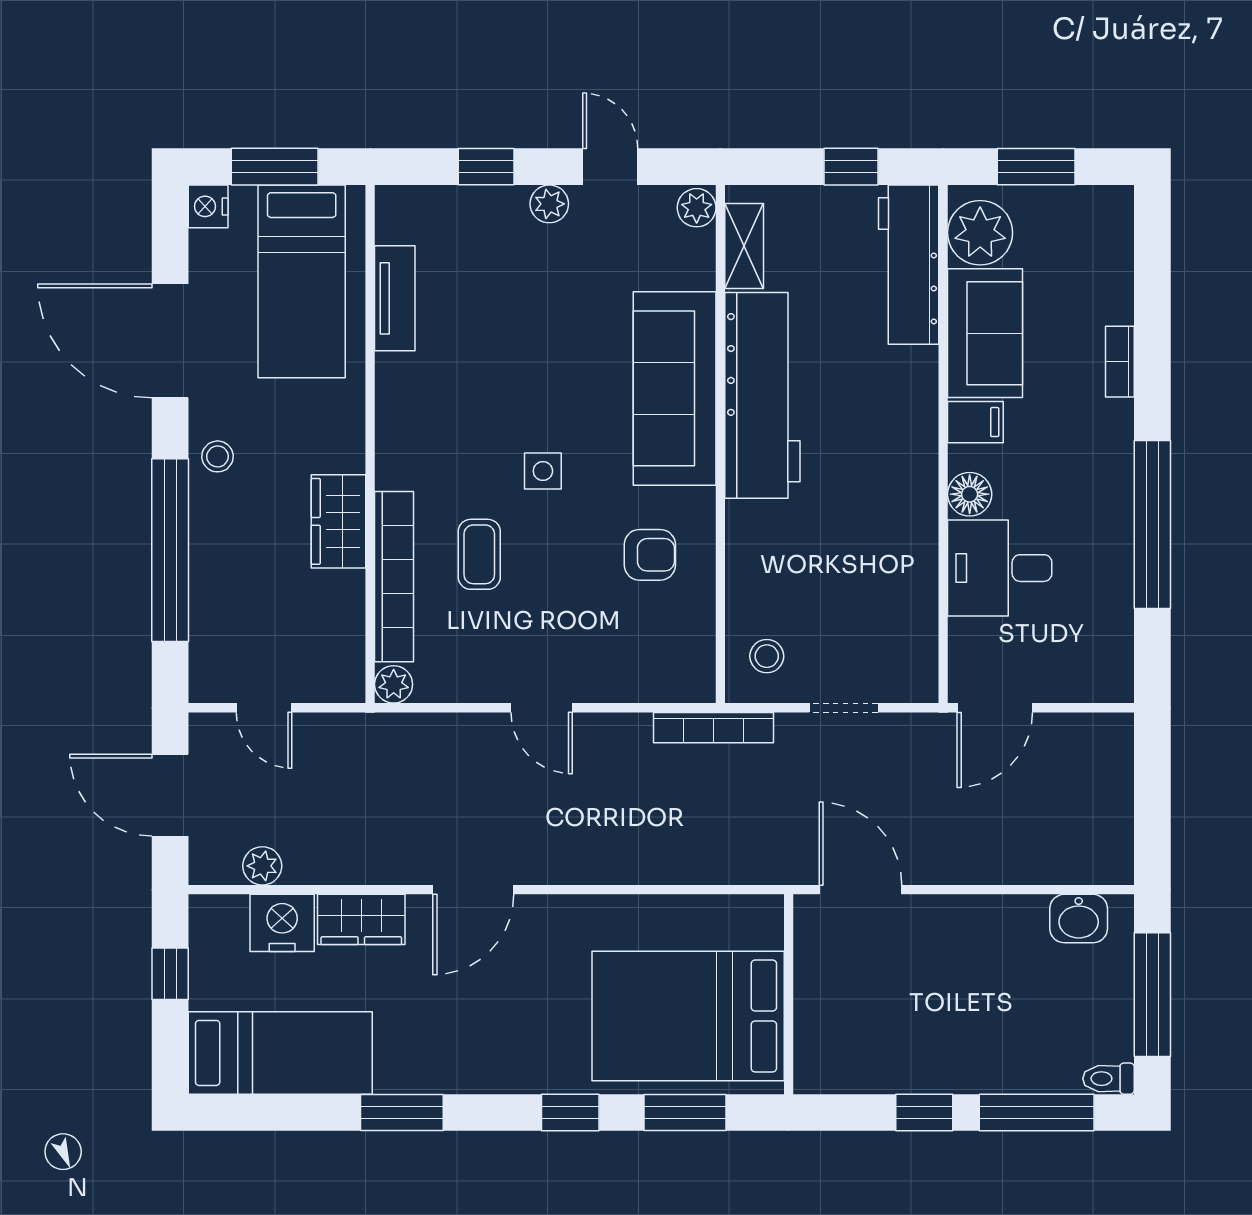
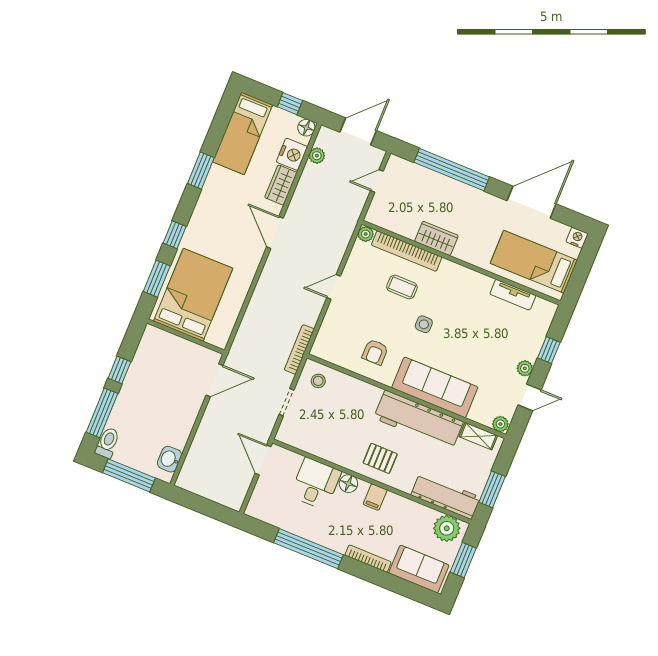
window: (275, 167) -> (582, 269), removed
window: (851, 167) -> (492, 489), width x1.50
sofa: (985, 333) -> (419, 569), moved, turned 180
bookcase: (1120, 362) -> (368, 559), width x1.56
pallet: (884, 446) -> (380, 458), added
stool: (218, 456) -> (480, 202), removed
floor lamp: (209, 915) -> (306, 128), added
toilet: (1109, 1079) -> (107, 443), width x1.37, depth x1.39

